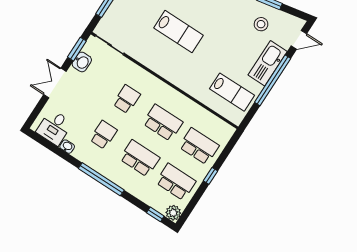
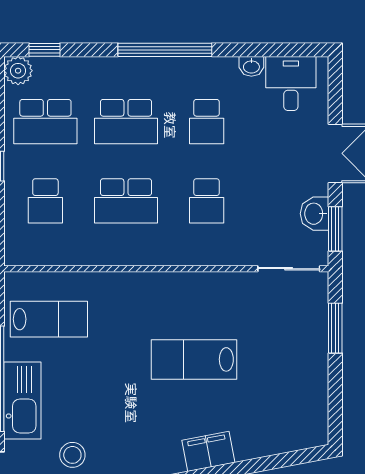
lab bench: (232, 92) -> (49, 319), turned 180
school desk: (199, 146) -> (45, 201), width x0.54

